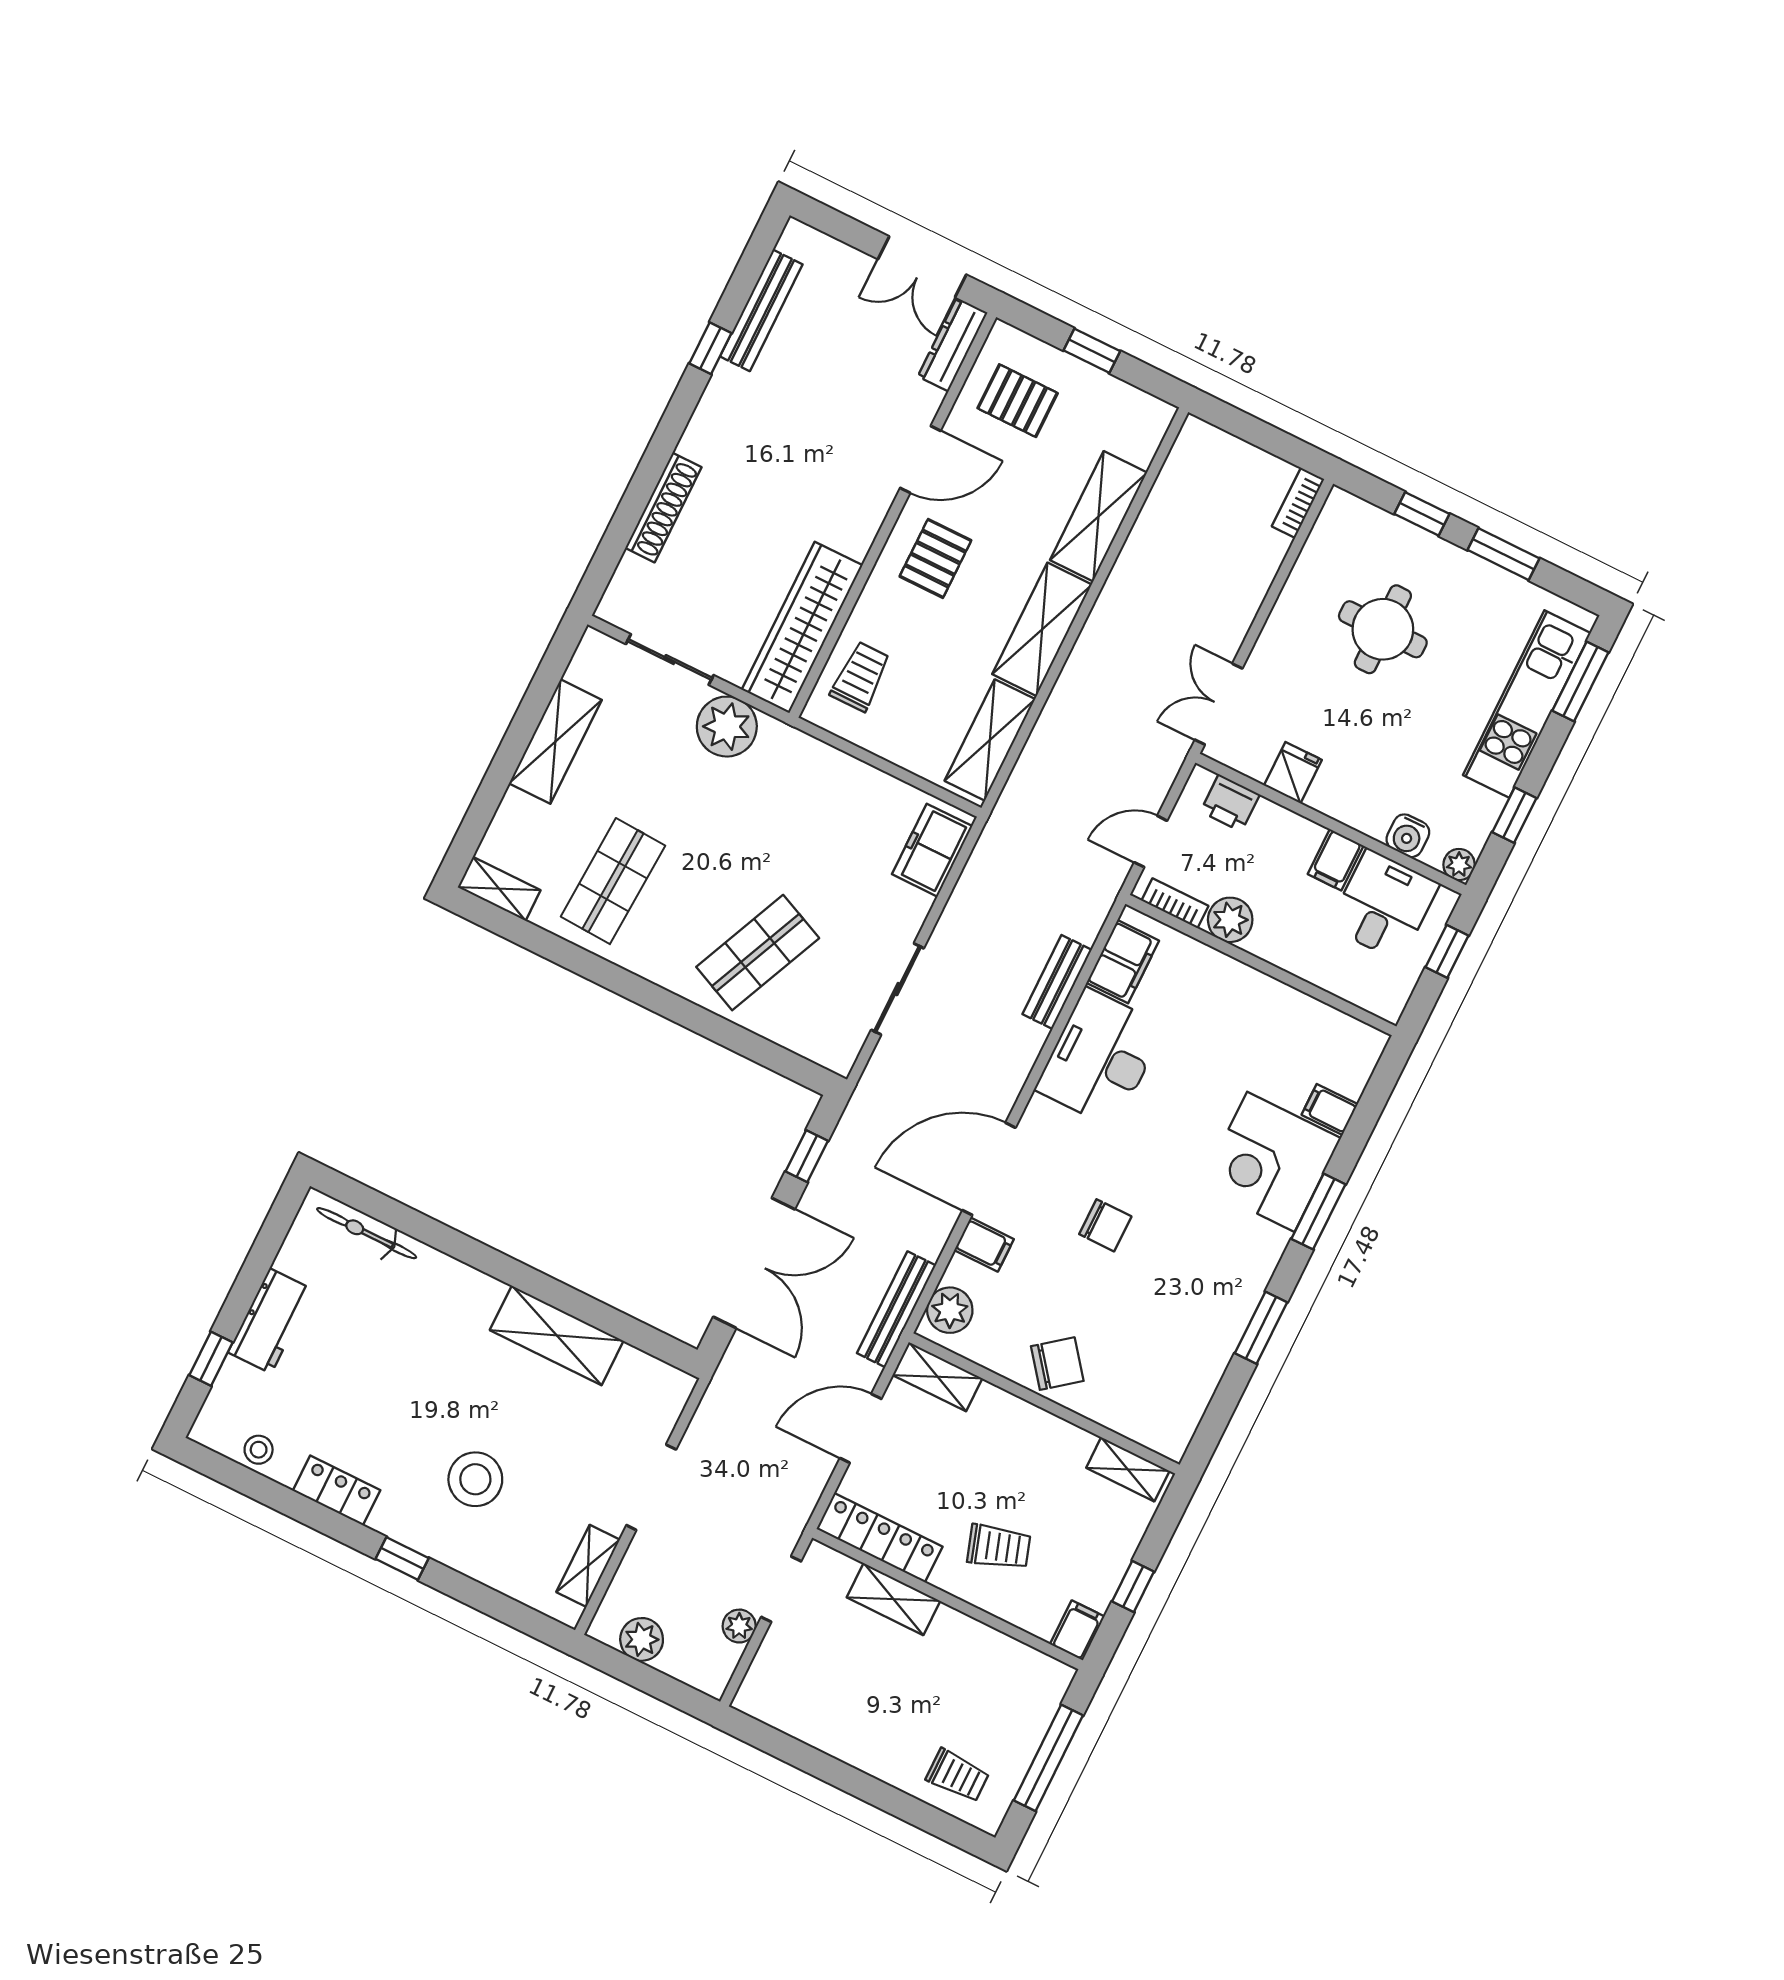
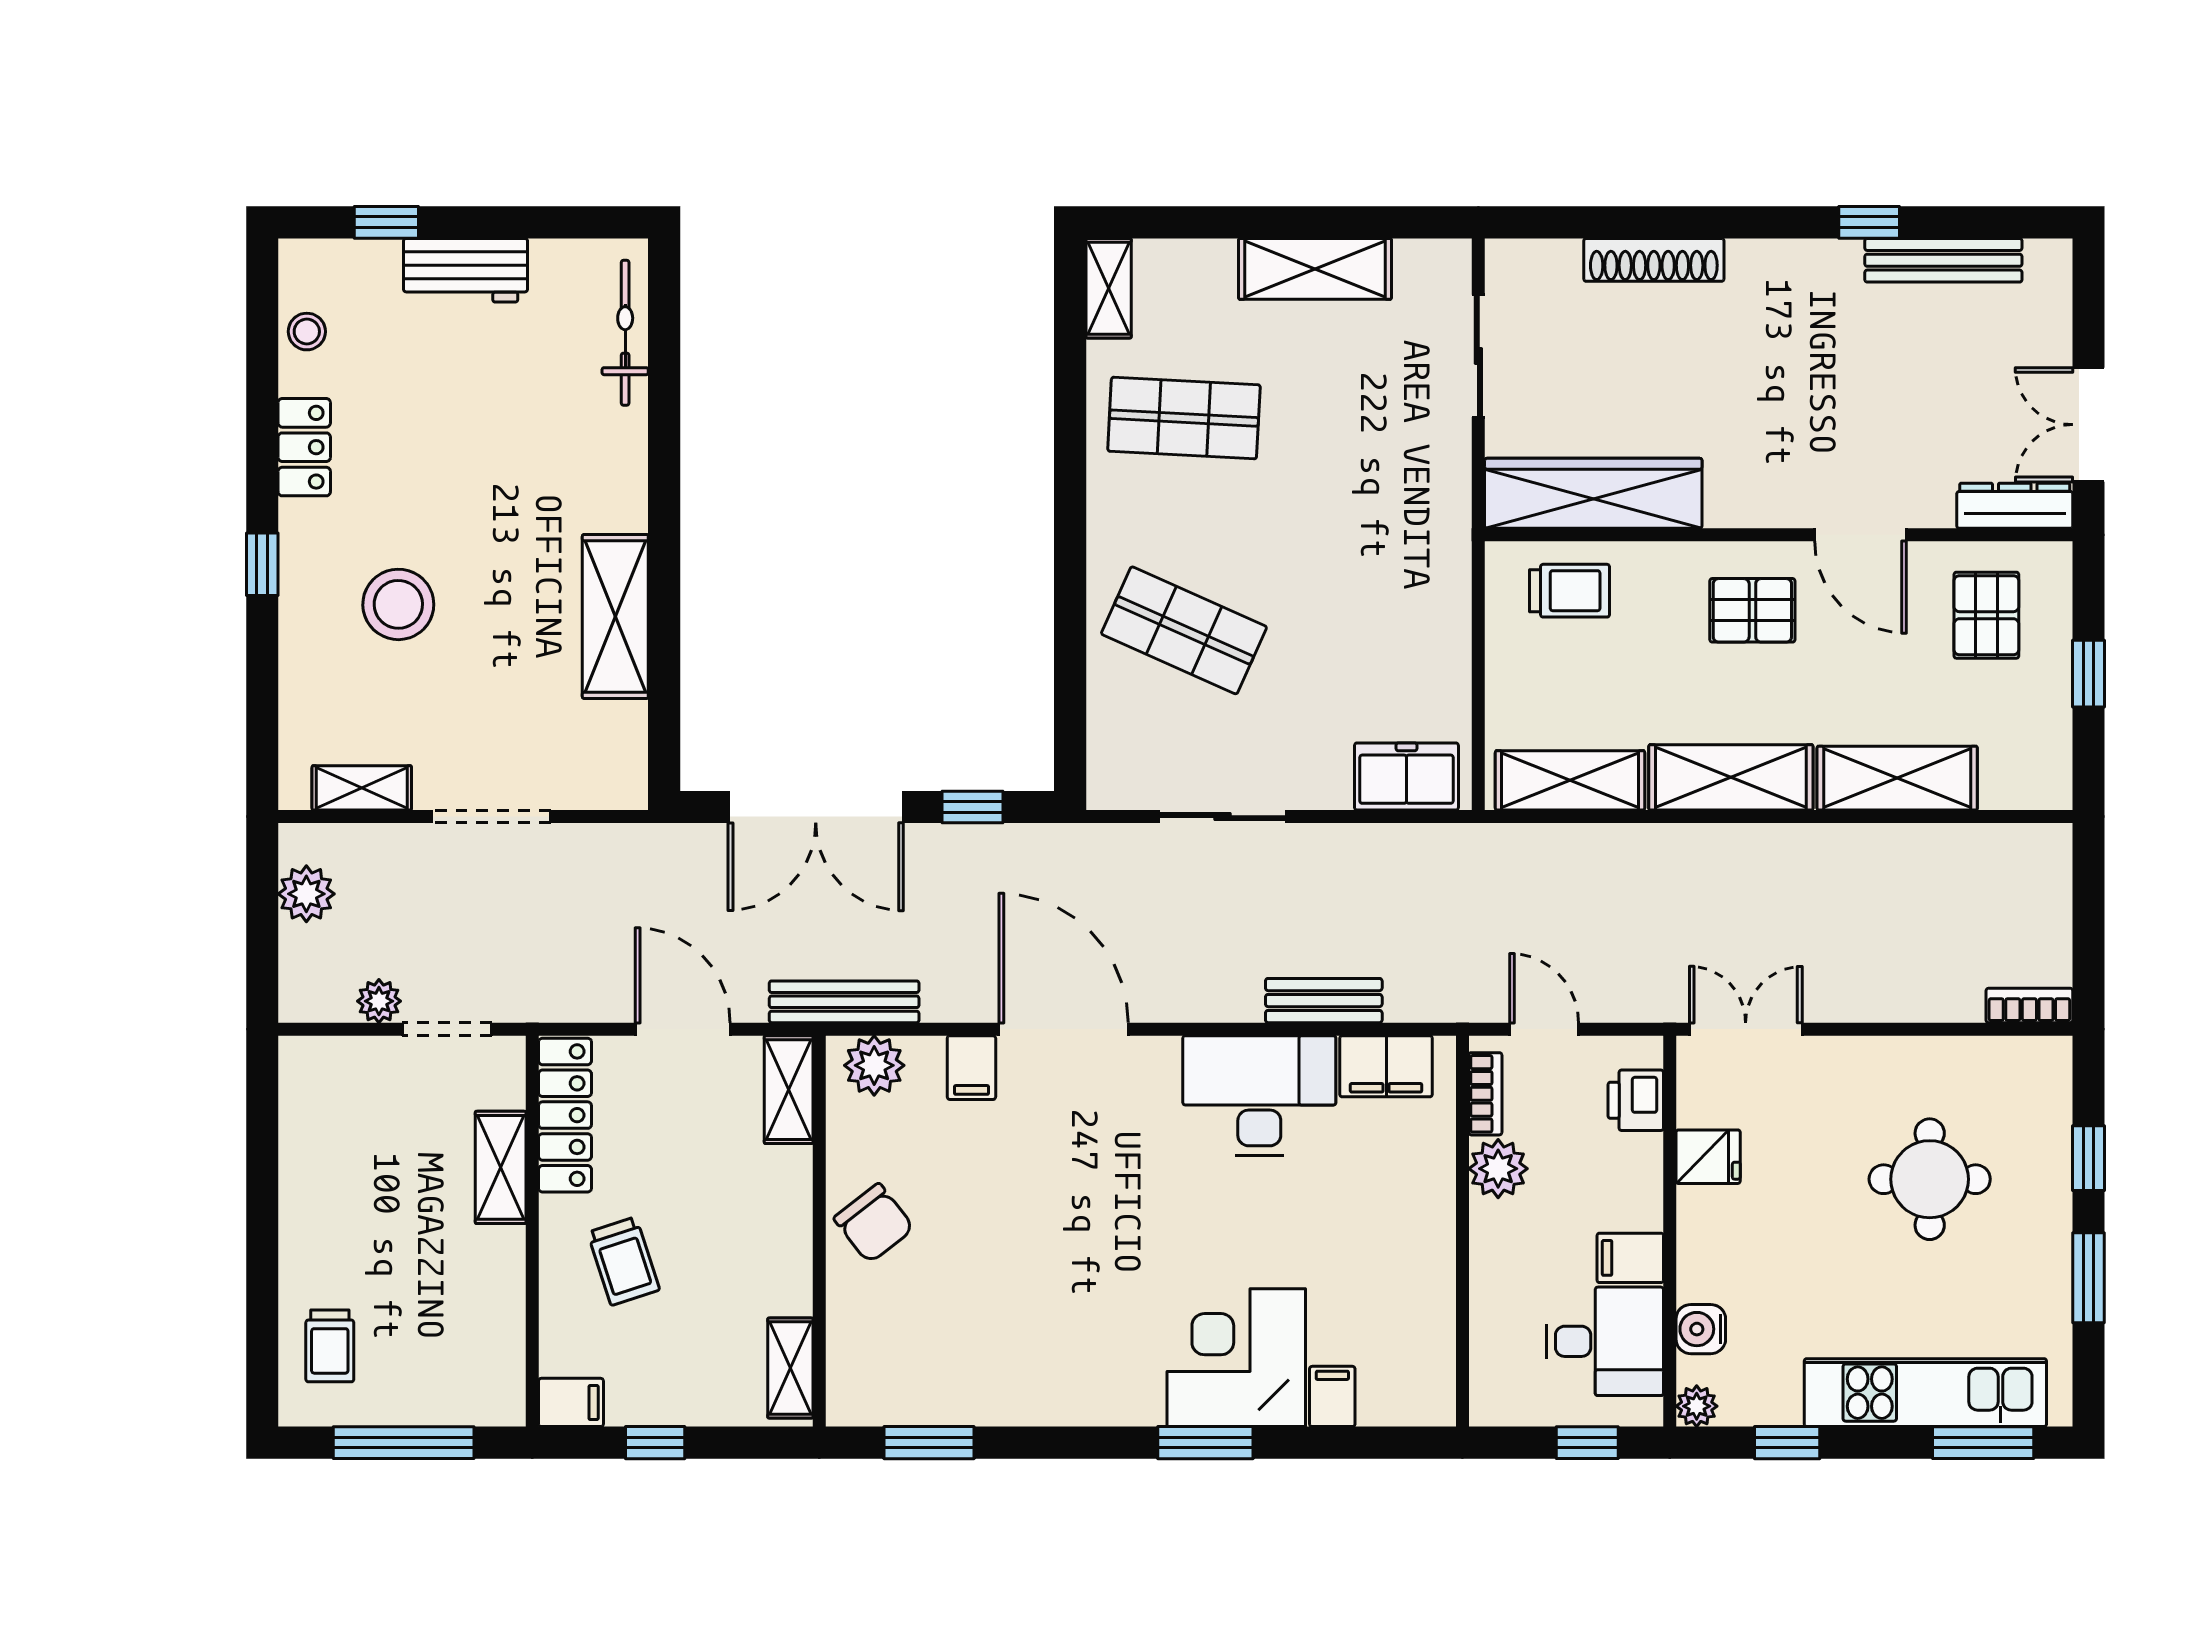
plant: (727, 727) -> (1433, 462), removed
chair: (1105, 1225) -> (1065, 1199), removed
window: (1261, 1328) -> (929, 1443), moved

